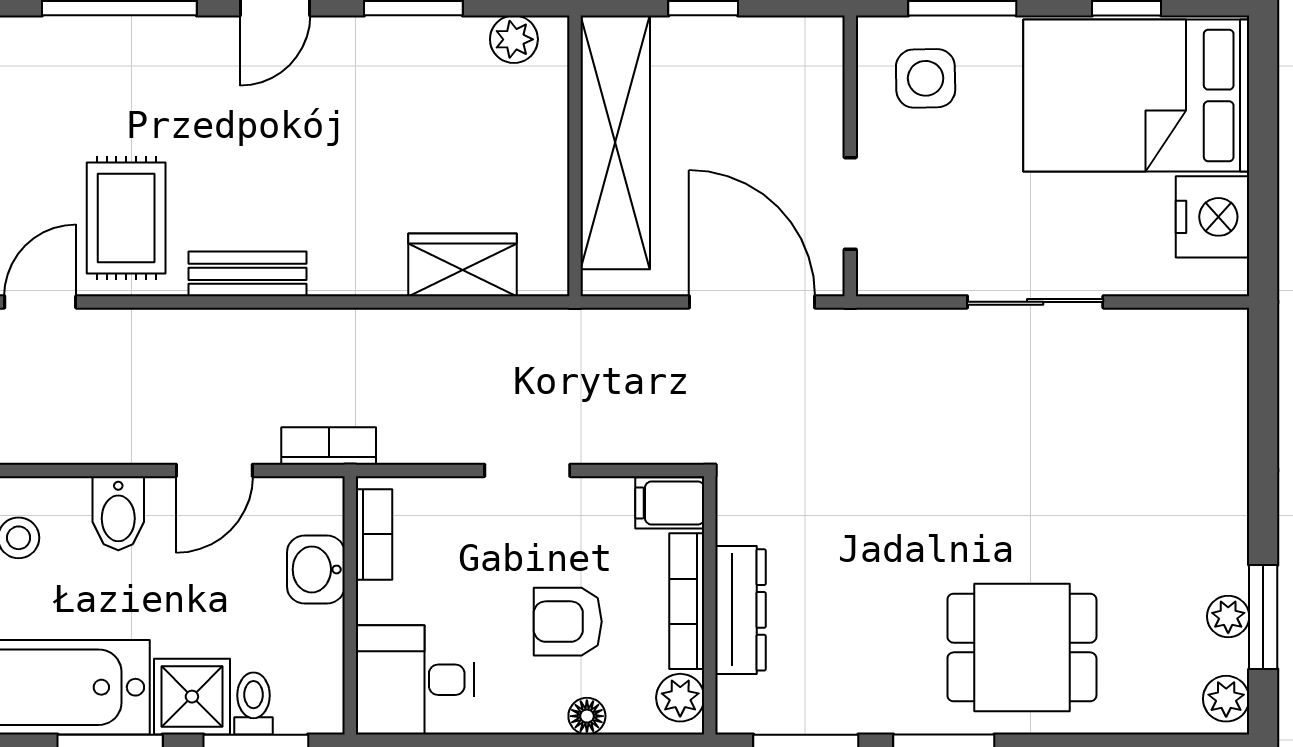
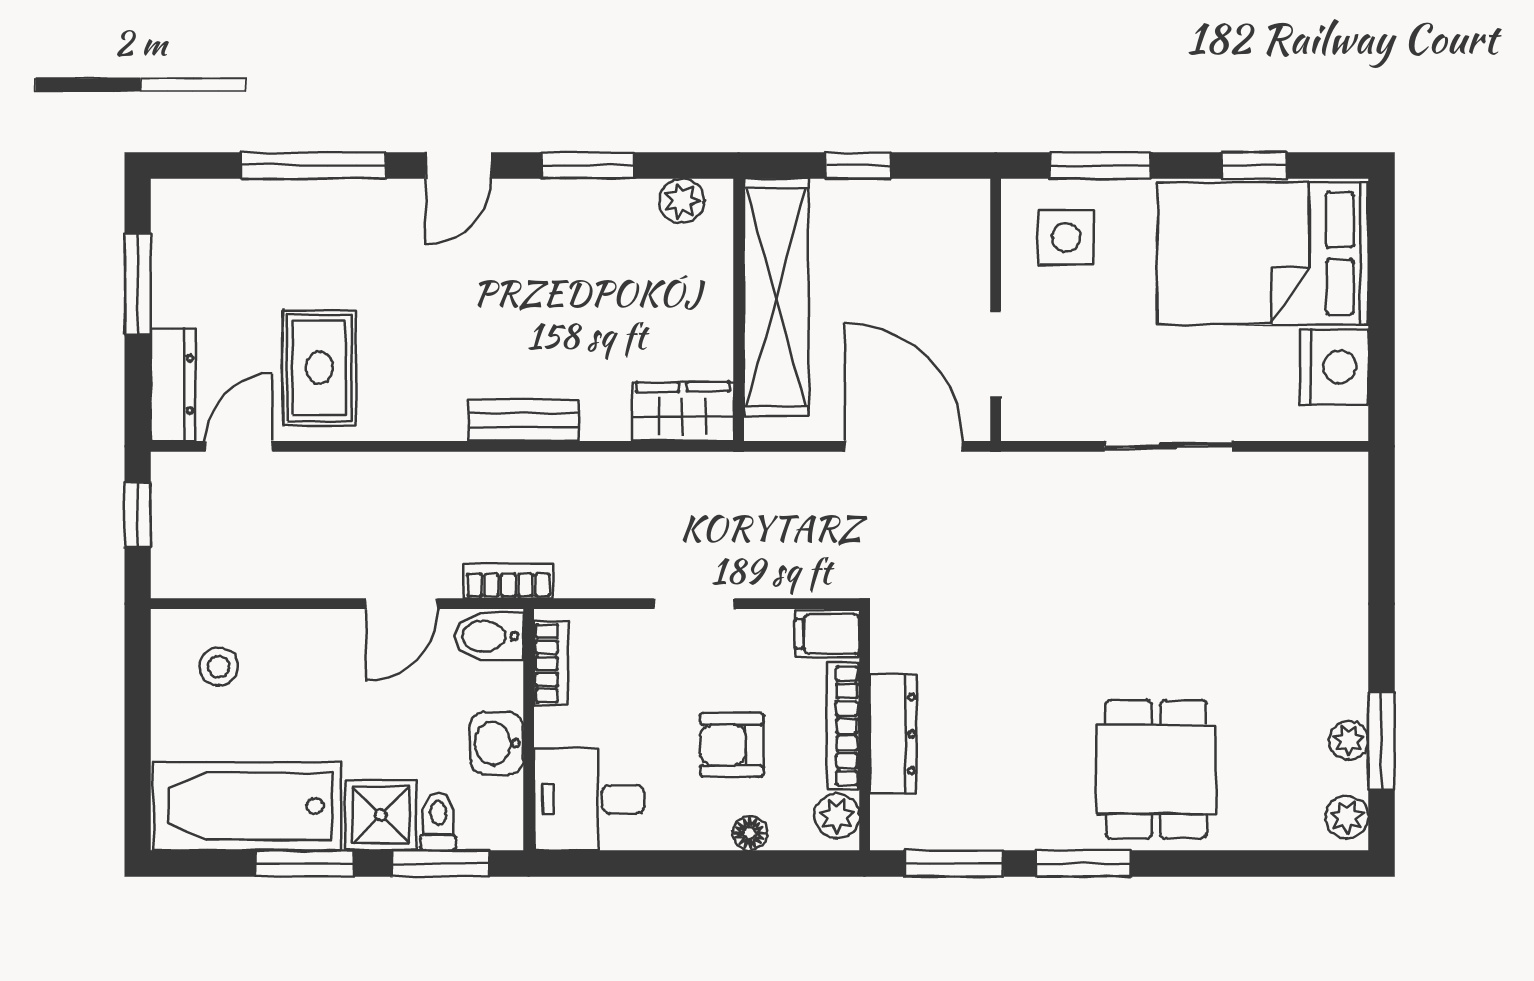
wardrobe: (463, 265) -> (683, 412), moved
bench: (248, 274) -> (524, 420), moved
bidet: (118, 513) -> (489, 636), moved, turned 90
washbasin: (316, 569) -> (496, 743), moved
dining table: (1022, 648) -> (1156, 769), turned 90

